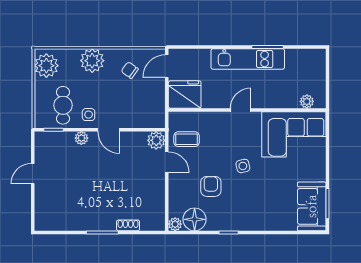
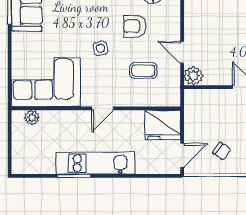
coffee table: (187, 139) -> (143, 71), moved
armchair: (211, 186) -> (135, 26), turned 90

